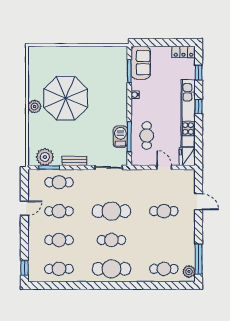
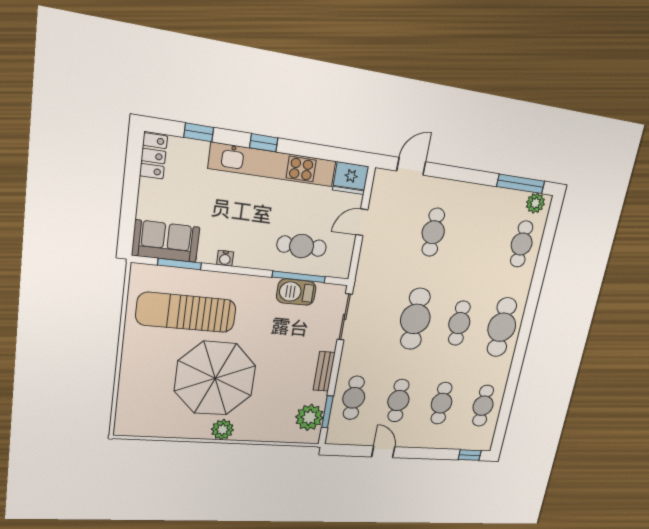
sun lounger: (103, 78) -> (186, 312), added
door: (199, 202) -> (411, 166), moved

